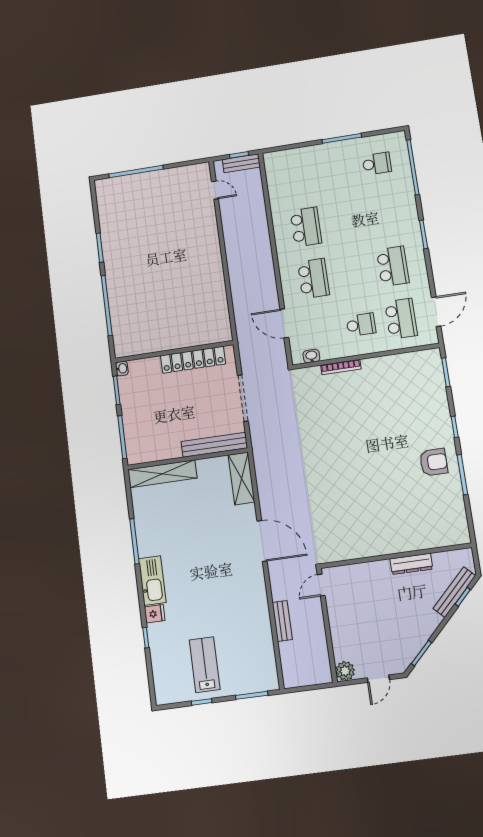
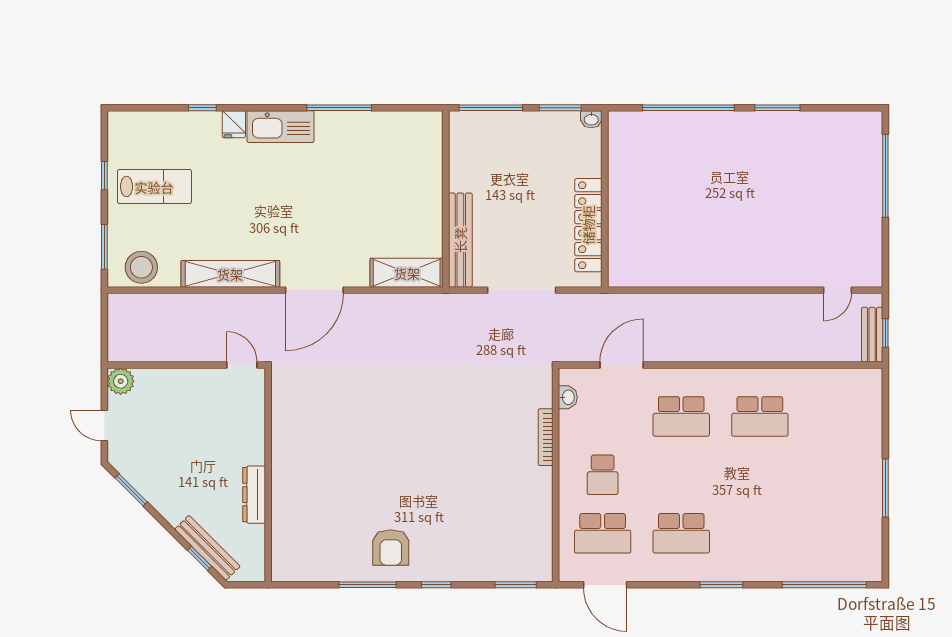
school desk: (377, 164) -> (838, 533), removed
shelving: (162, 474) -> (230, 274), moved, turned 90
bench: (282, 621) -> (200, 303), removed
stool: (262, 667) -> (141, 267), added

